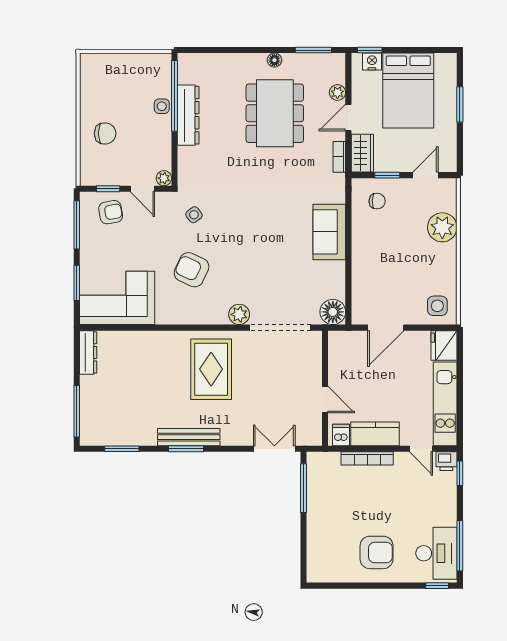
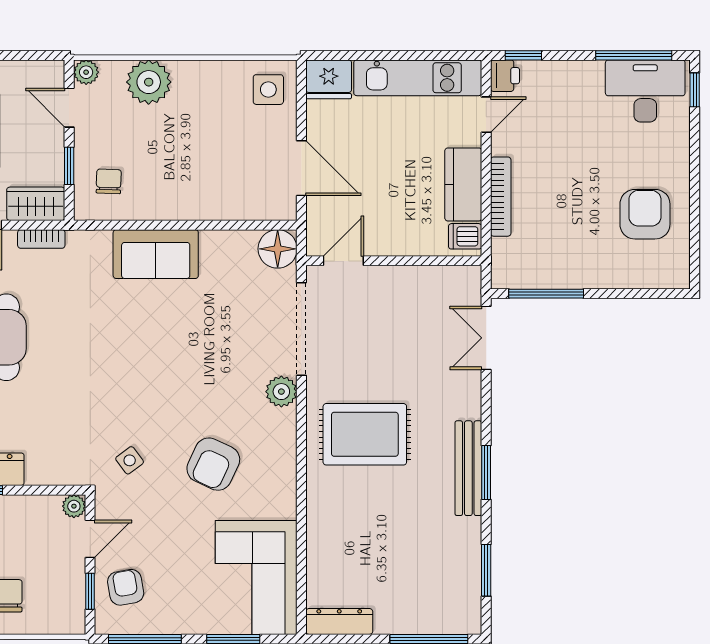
plant: (449, 186) -> (86, 72), added
door: (325, 400) -> (343, 261), moved
armchair: (377, 552) -> (645, 214), moved

